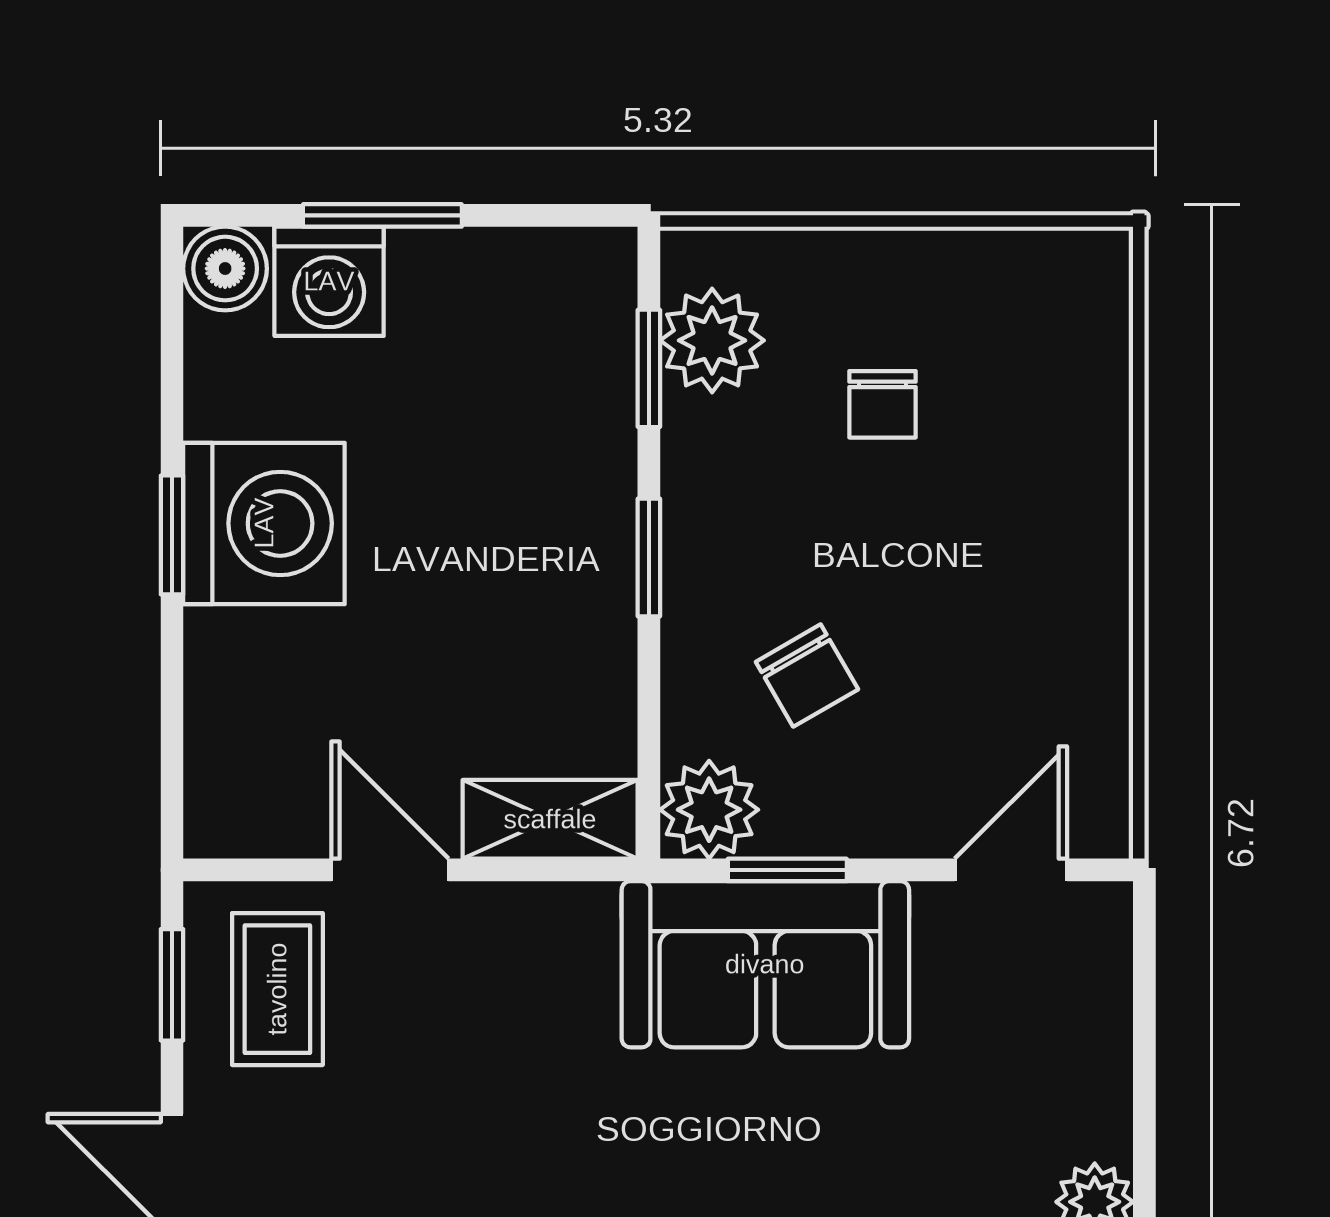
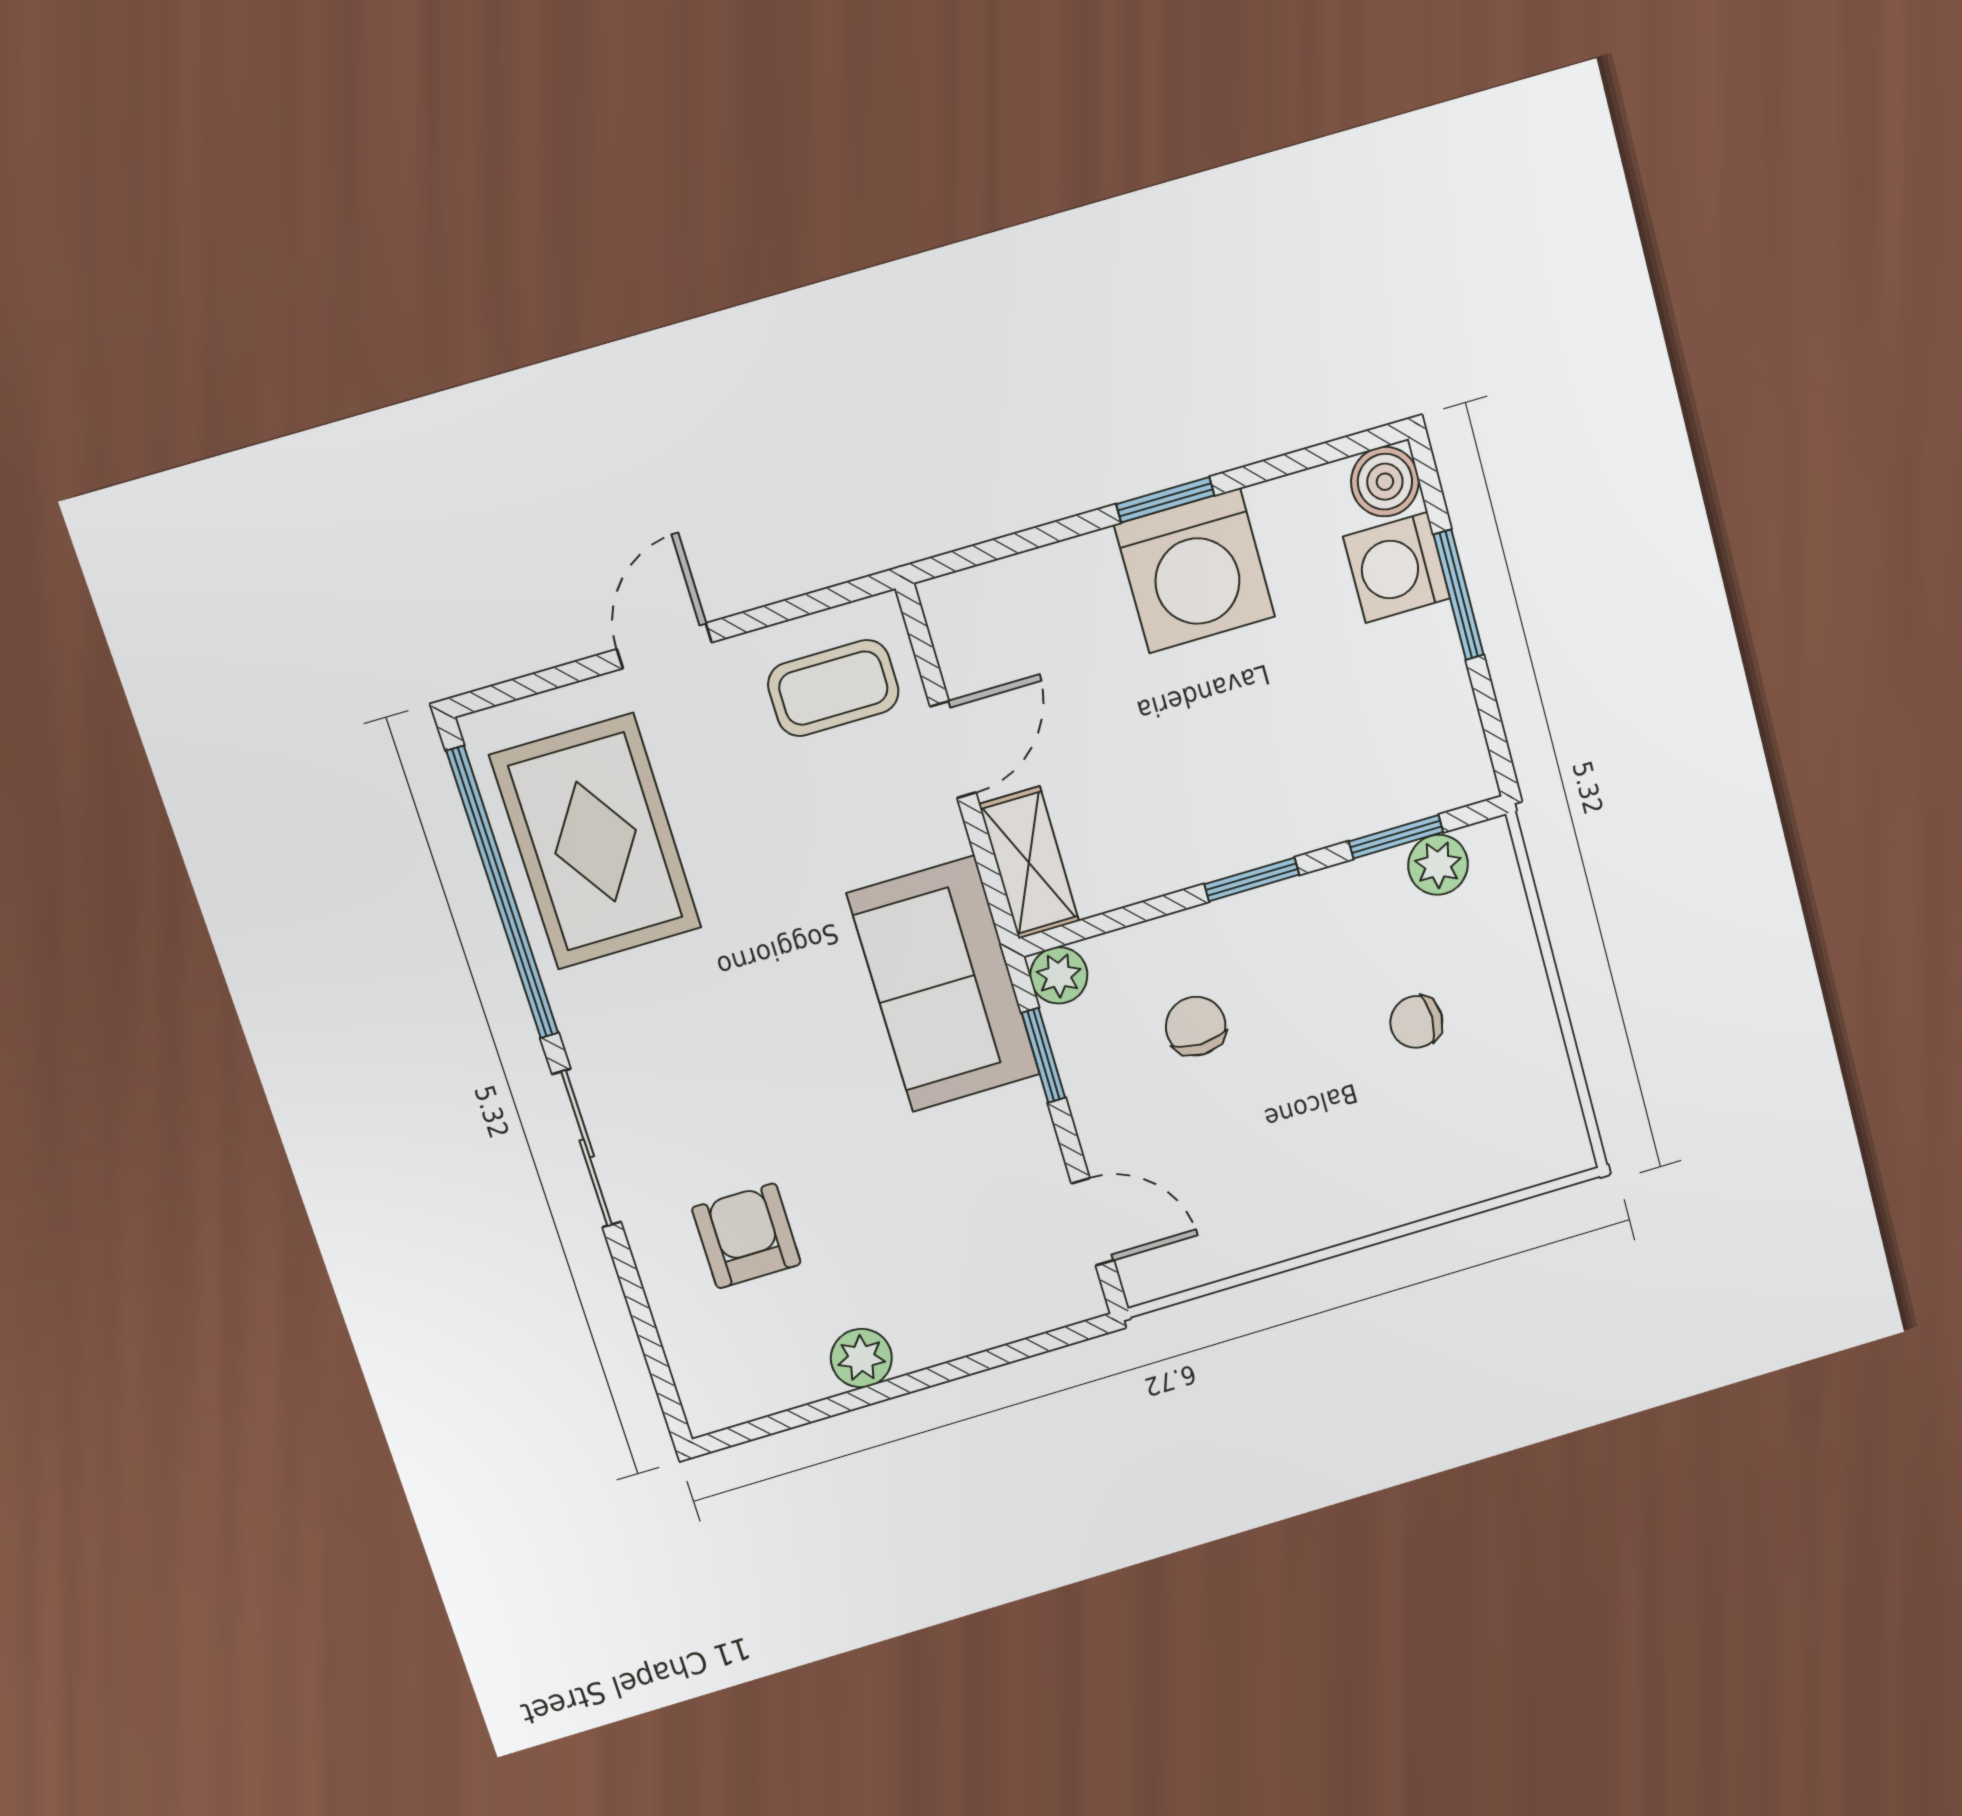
plant: (712, 340) -> (1438, 865), width x0.73, depth x0.73
chair: (807, 676) -> (1196, 1026), turned 120
plant: (709, 810) -> (1059, 975), width x0.73, depth x0.73
sofa: (765, 964) -> (944, 984), moved
window: (172, 985) -> (811, 603), removed

